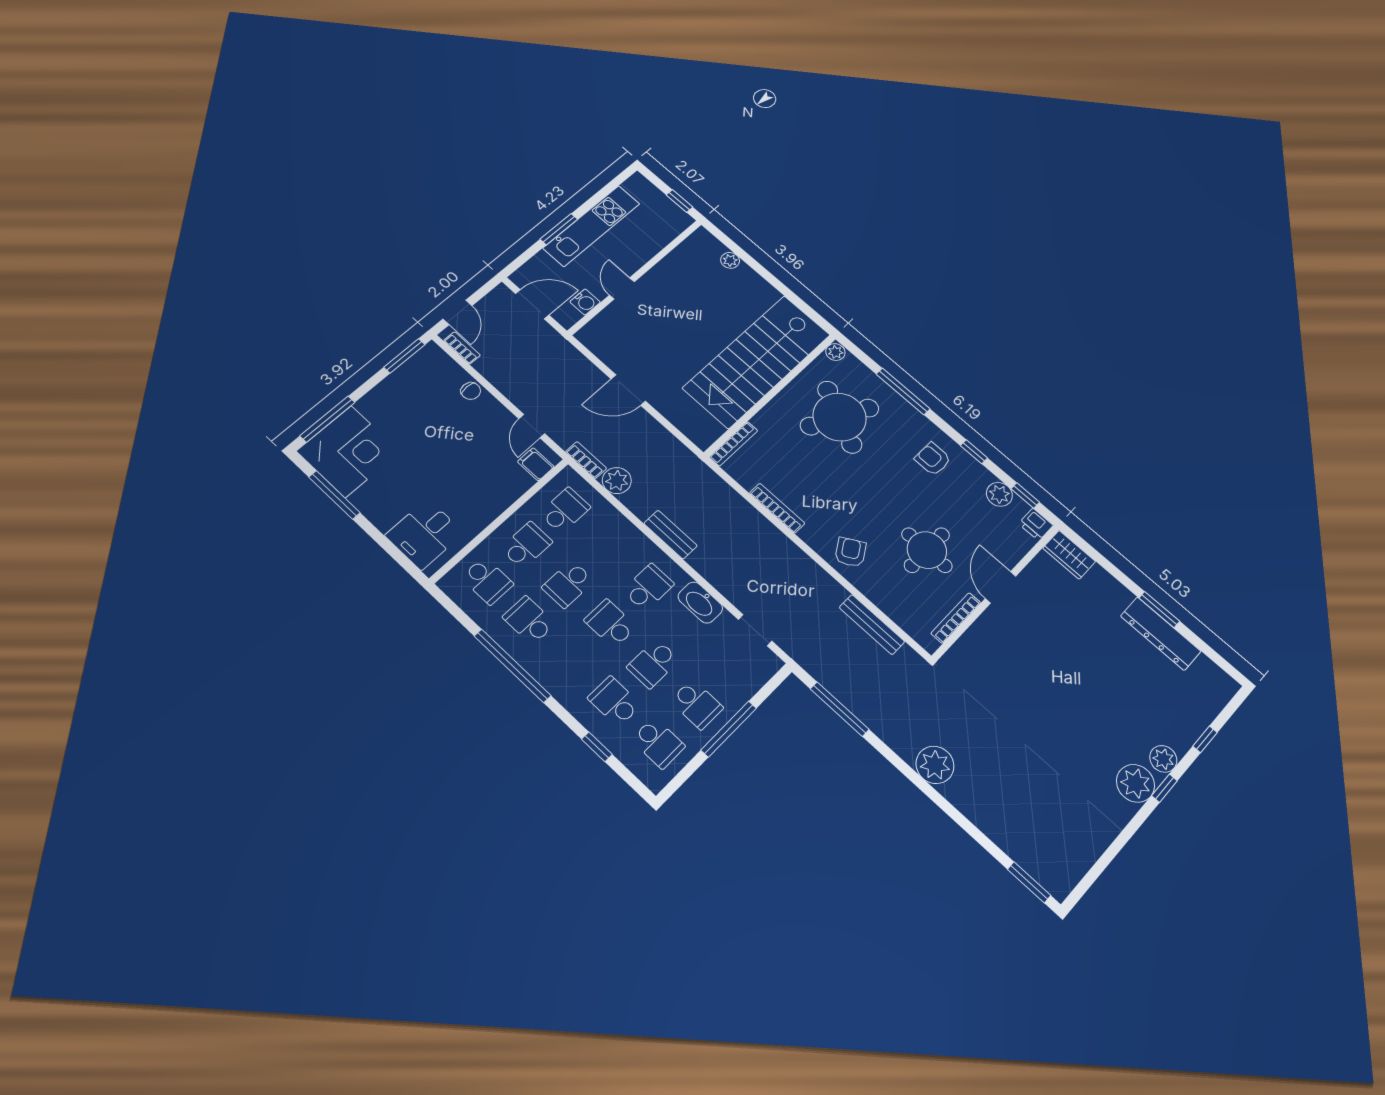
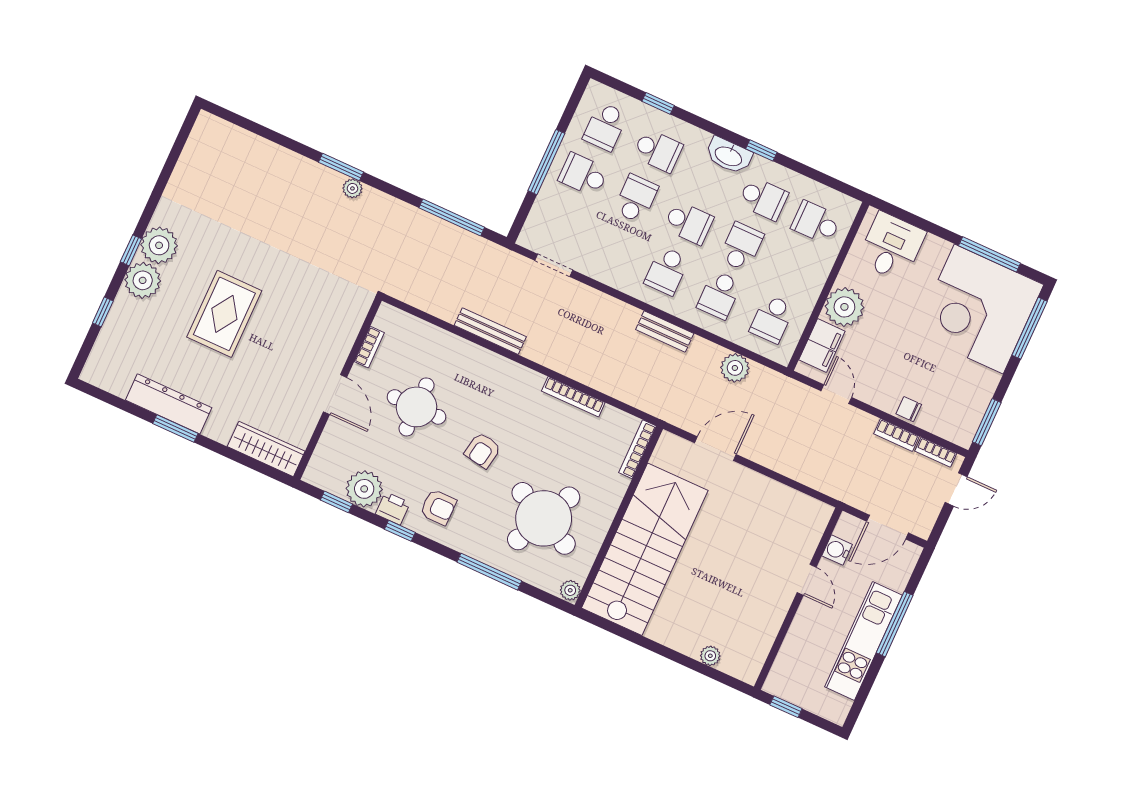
window: (559, 229) -> (895, 624), width x1.44
door: (457, 312) -> (956, 490), swing flipped
door: (628, 390) -> (715, 449), moved
corner desk: (348, 451) -> (979, 309), width x1.36, depth x1.36
bookcase: (586, 460) -> (896, 435), moved
filing cabinet: (536, 464) -> (822, 346), width x2.00
plant: (999, 494) -> (364, 489), width x1.36, depth x1.36
plant: (492, 497) -> (844, 307), added
printer: (1036, 524) -> (393, 508), moved
school desk: (526, 545) -> (719, 295), moved
armchair: (850, 552) -> (483, 450), moved, turned 41
wardrobe: (1069, 555) -> (266, 449), width x1.50
washbasin: (700, 602) -> (729, 156), moved, turned 180
bookcase: (956, 618) -> (369, 347), width x0.64
bench: (872, 625) -> (490, 331), moved
window: (512, 666) -> (761, 150), width x0.32
rug: (1087, 697) -> (224, 314), added
school desk: (658, 743) -> (605, 127), turned -90
plant: (1163, 759) -> (143, 280), width x1.36, depth x1.36
plant: (935, 765) -> (352, 188), width x0.53, depth x0.53
window: (1029, 882) -> (341, 167), moved

